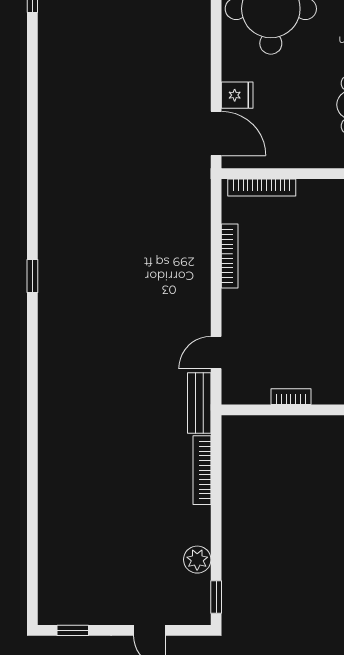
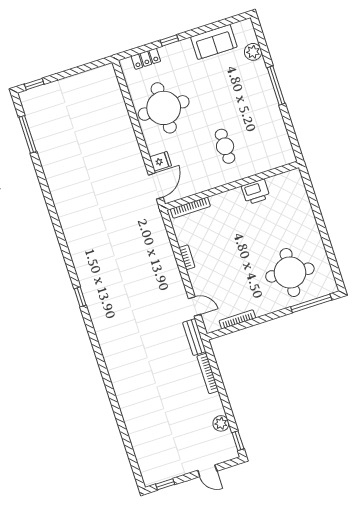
door: (216, 133) -> (156, 186), hinge flipped
bookcase: (230, 256) -> (187, 257), width x0.64
door: (216, 353) -> (195, 306), swing flipped
bookcase: (291, 397) -> (237, 319), width x1.56

